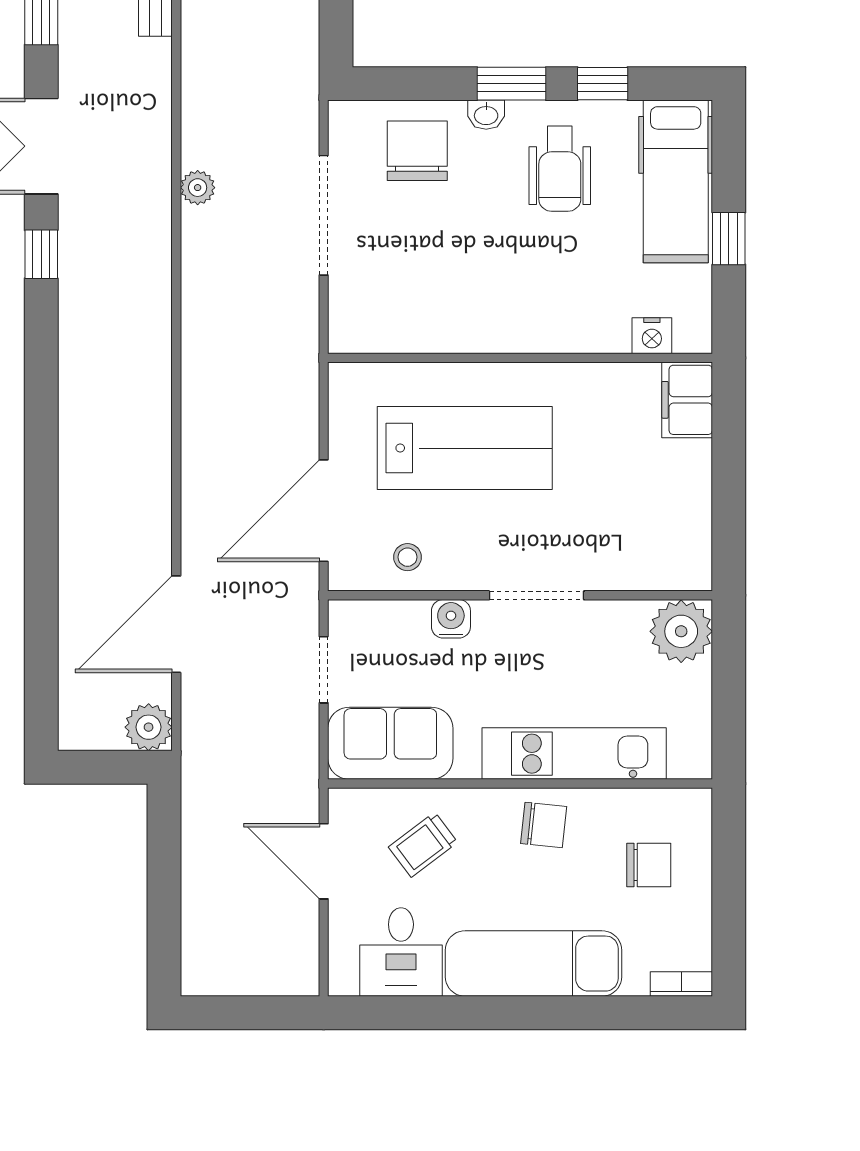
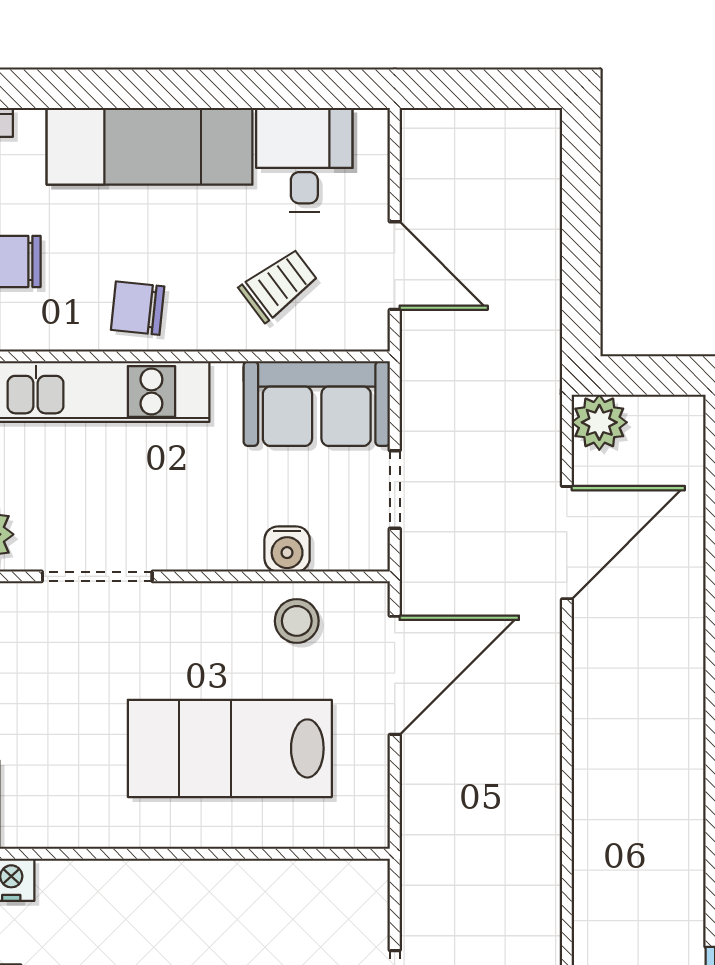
stool: (407, 557) -> (297, 621), width x1.37, depth x1.37
doorway: (537, 595) -> (97, 576), moved
water cooler: (451, 619) -> (287, 549), moved

